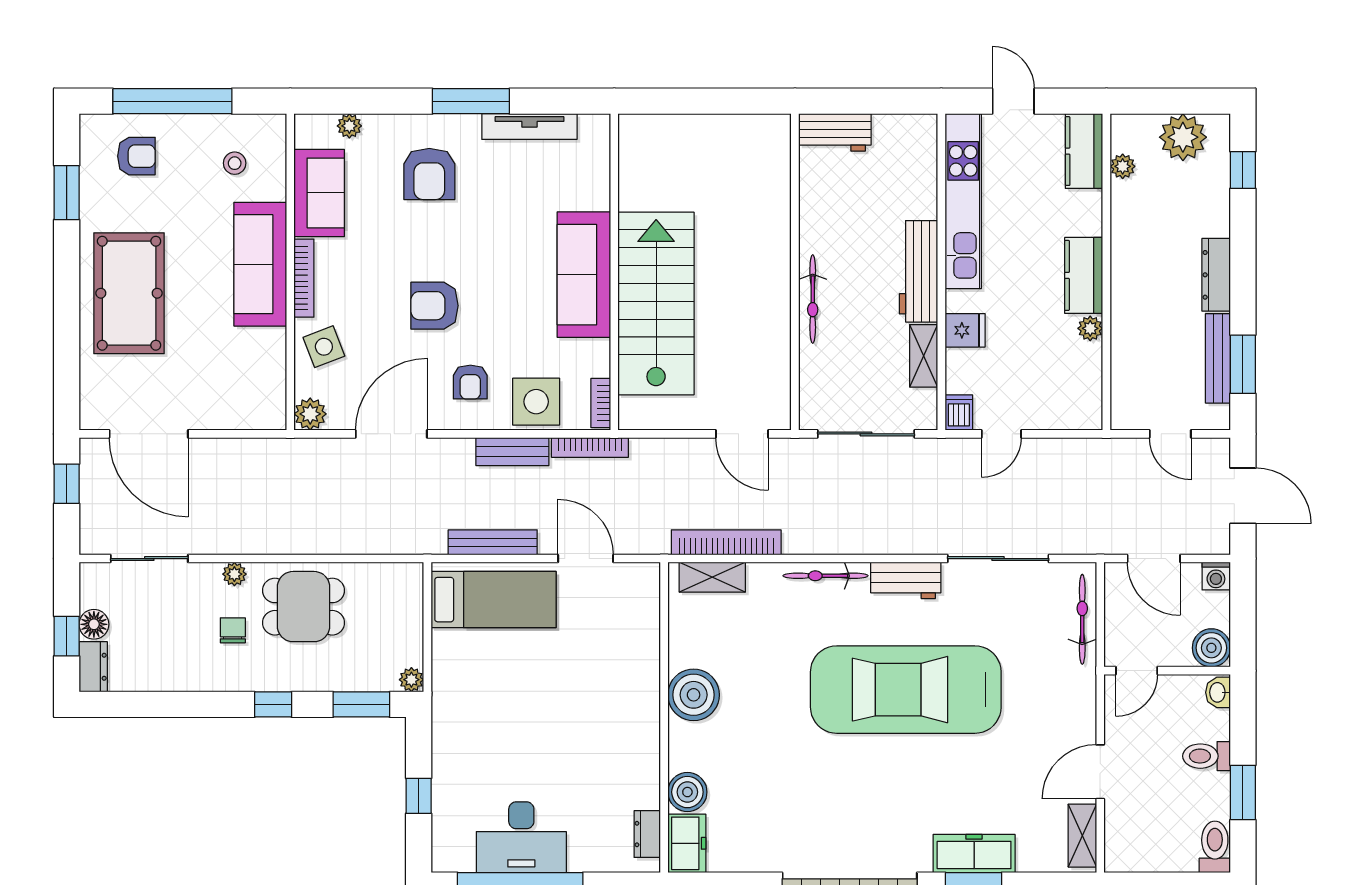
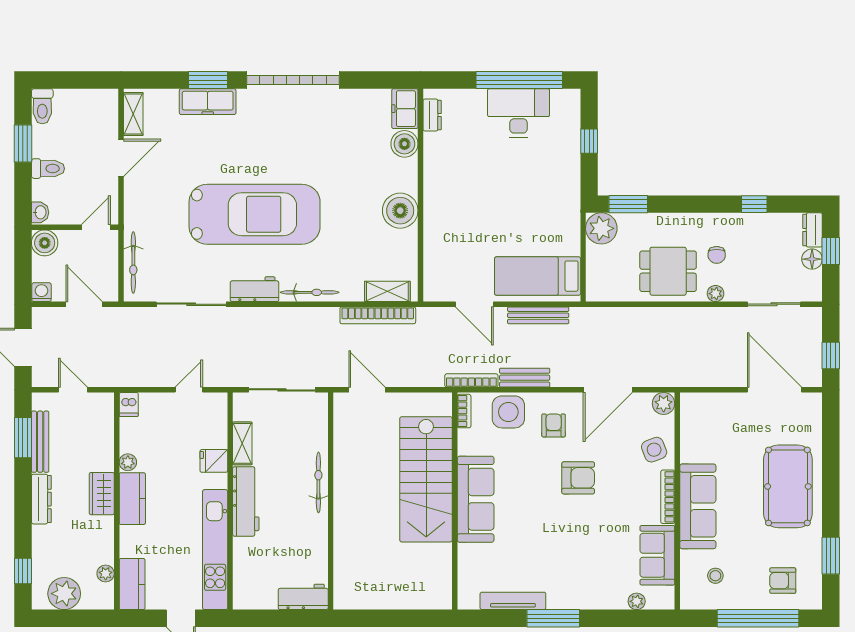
armchair: (429, 174) -> (582, 568), removed
wardrobe: (1128, 283) -> (102, 494), added
dishwasher: (959, 412) -> (129, 405), moved
plant: (411, 680) -> (601, 228), width x1.88, depth x1.88
window: (273, 704) -> (754, 204), moved

